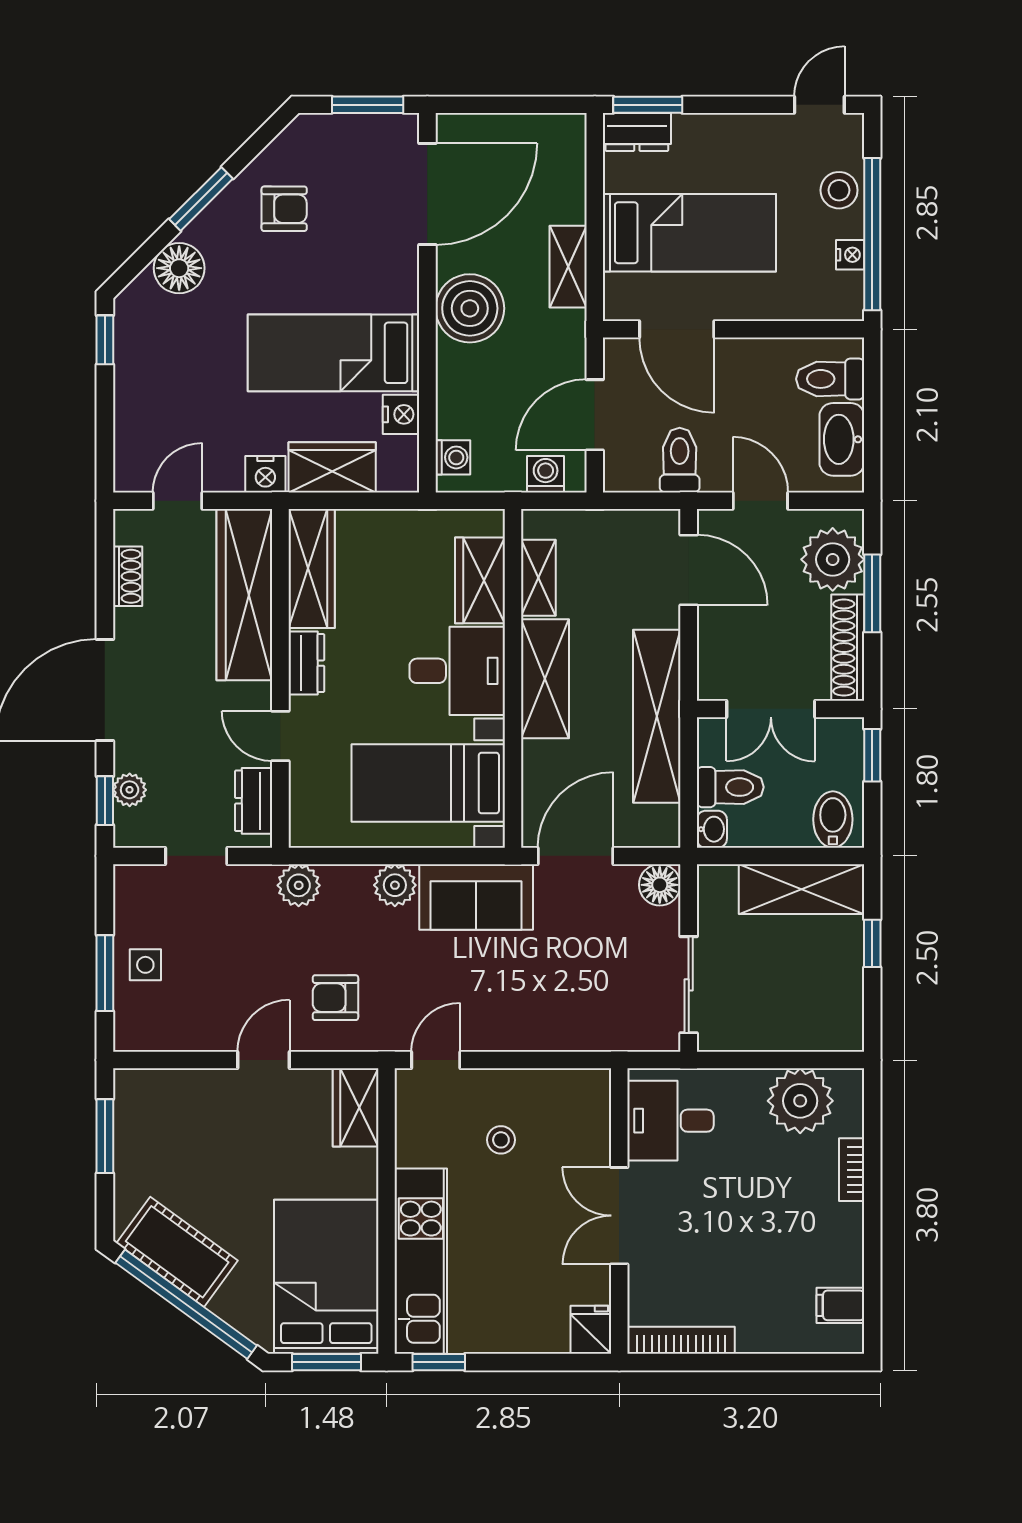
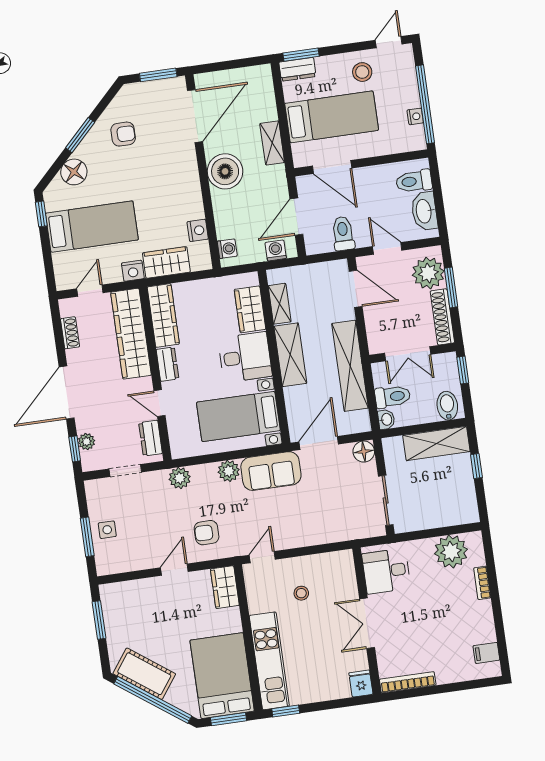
stool: (839, 190) -> (362, 72), moved
bed: (334, 353) -> (92, 227), moved, turned 180

